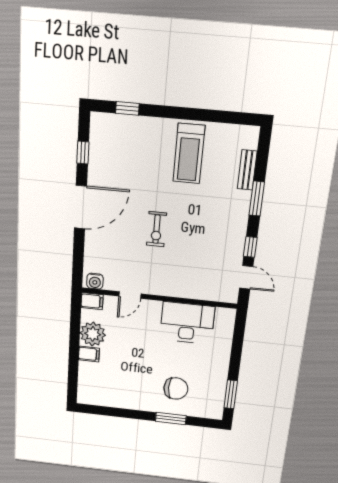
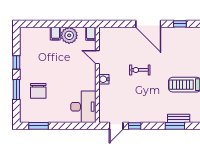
window: (257, 199) -> (175, 126), moved
water cooler: (95, 281) -> (104, 79), moved
desk: (187, 323) -> (83, 107), moved
window: (129, 414) -> (16, 62), added

